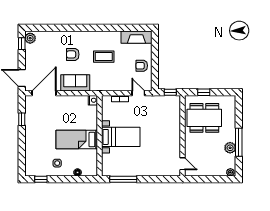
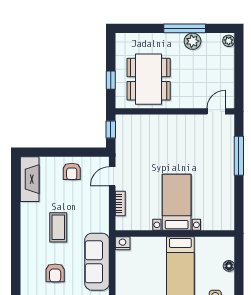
sofa: (75, 83) -> (97, 262), width x1.36
window: (123, 179) -> (239, 156), moved

